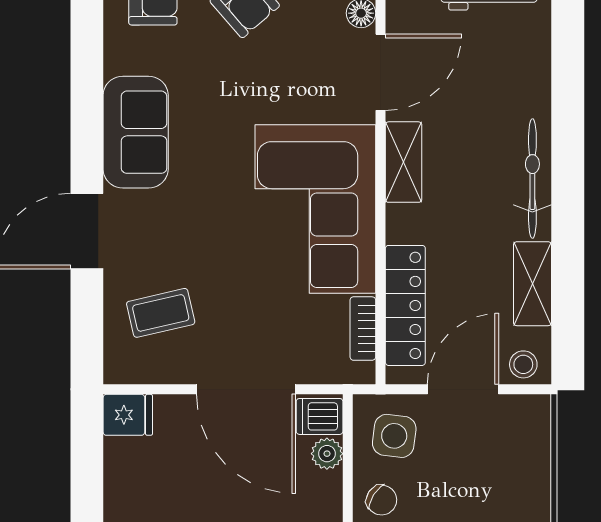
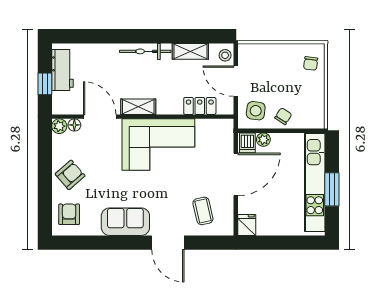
locker: (405, 305) -> (200, 106), width x0.66
bookcase: (363, 329) -> (210, 124), removed

